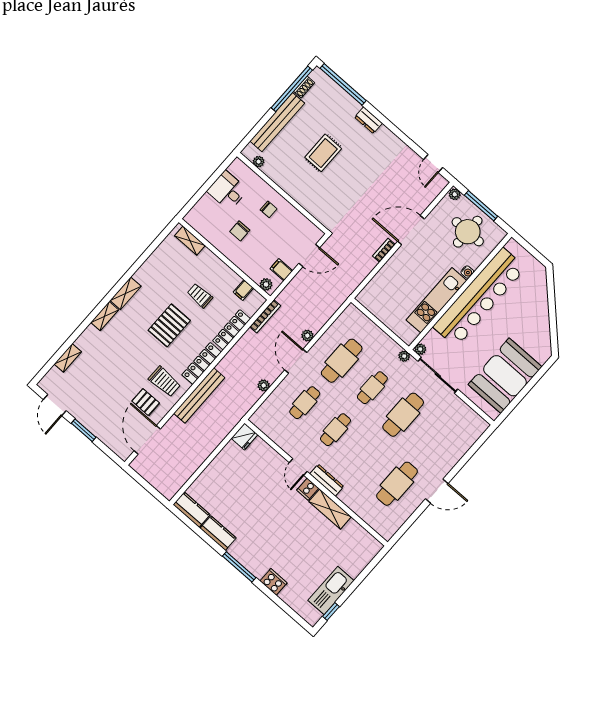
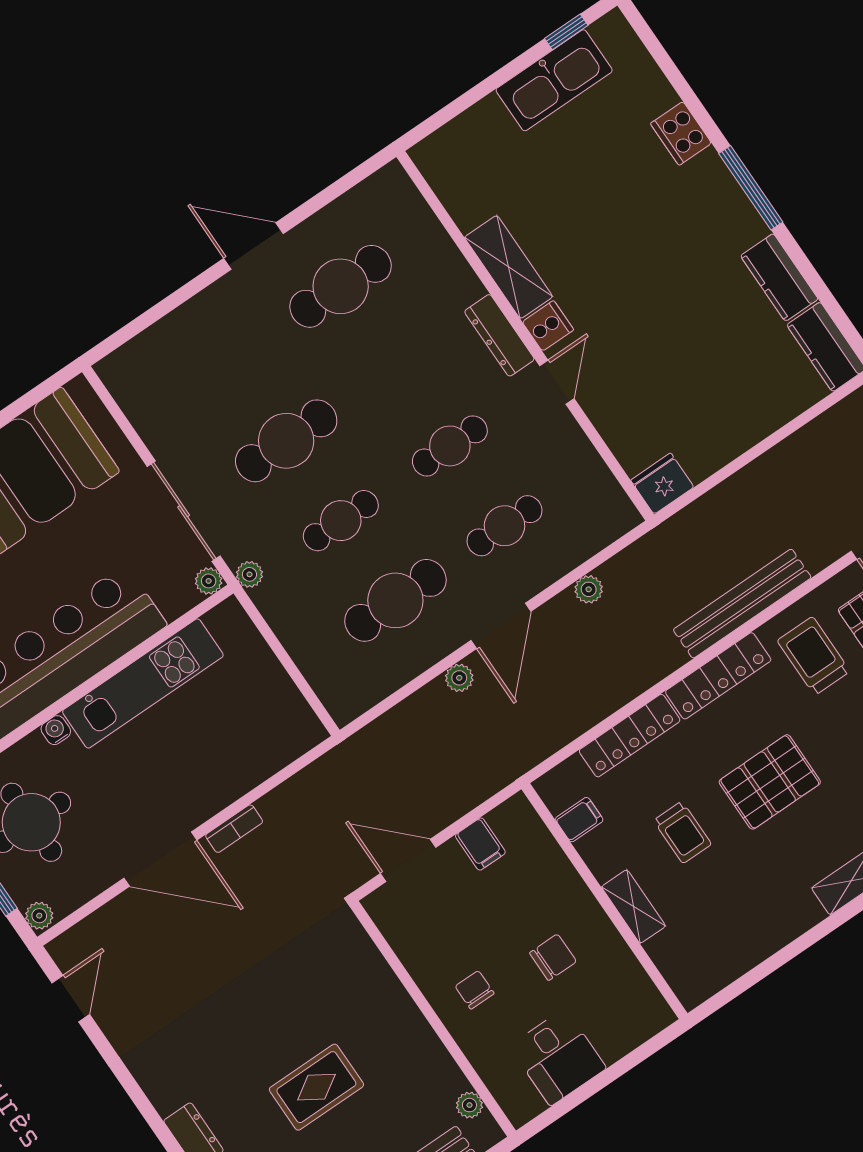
shelving: (190, 241) -> (634, 906), moved
plant: (266, 284) -> (524, 819), removed
bookcase: (265, 316) -> (545, 747), removed

